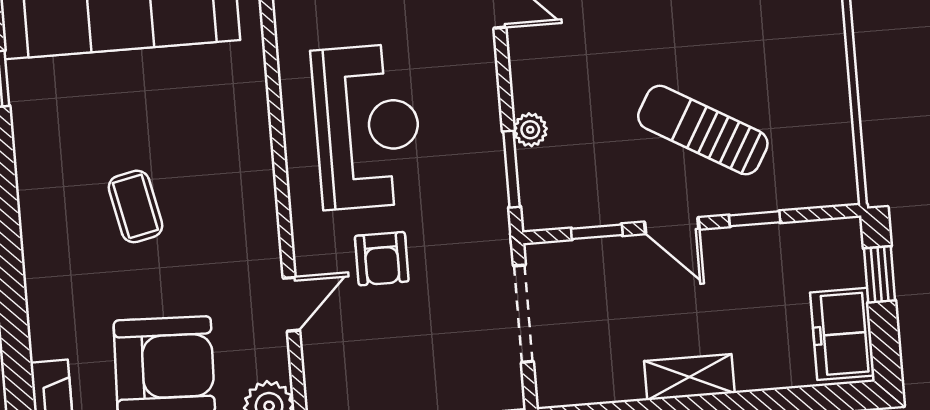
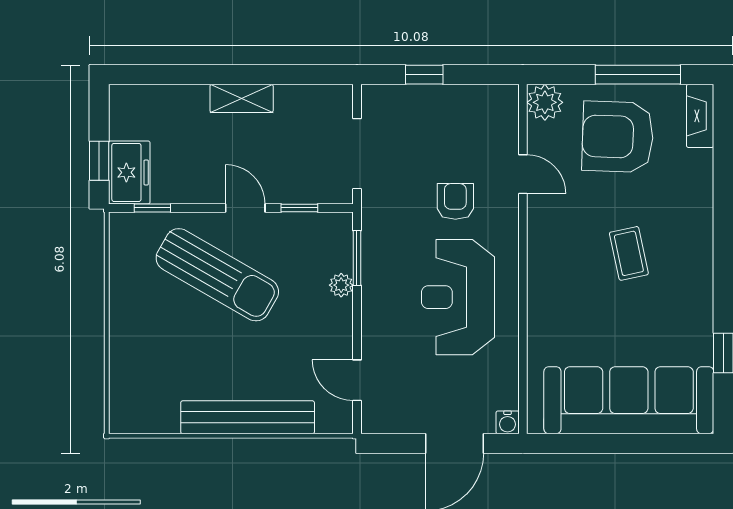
sun lounger: (703, 130) -> (217, 275), width x1.36, depth x1.34
window: (755, 219) -> (152, 208), moved
door: (291, 304) -> (523, 174), swing flipped
freezer: (842, 334) -> (129, 172), moved

